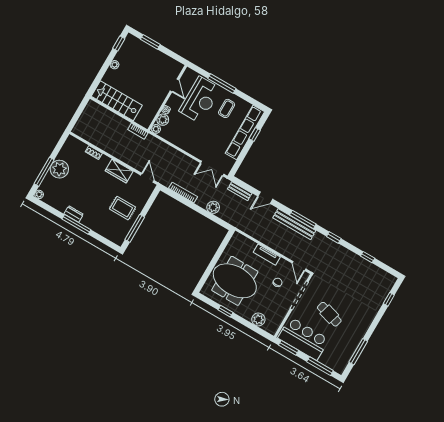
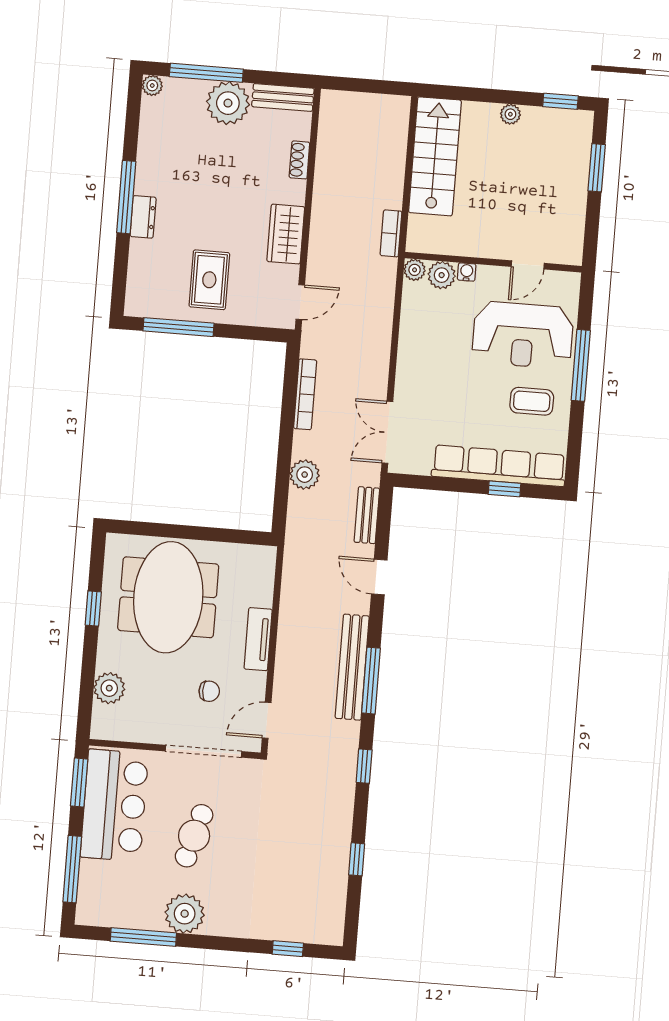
bench: (67, 147) -> (283, 97), added
dresser: (74, 214) -> (143, 217), moved
plant: (357, 332) -> (185, 914), added

